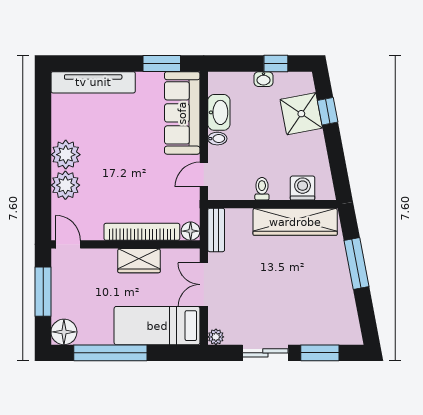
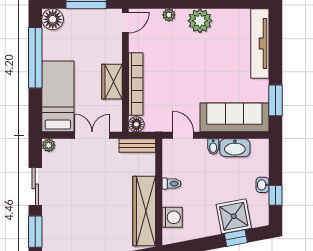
plant: (65, 185) -> (169, 15), width x0.53, depth x0.53

